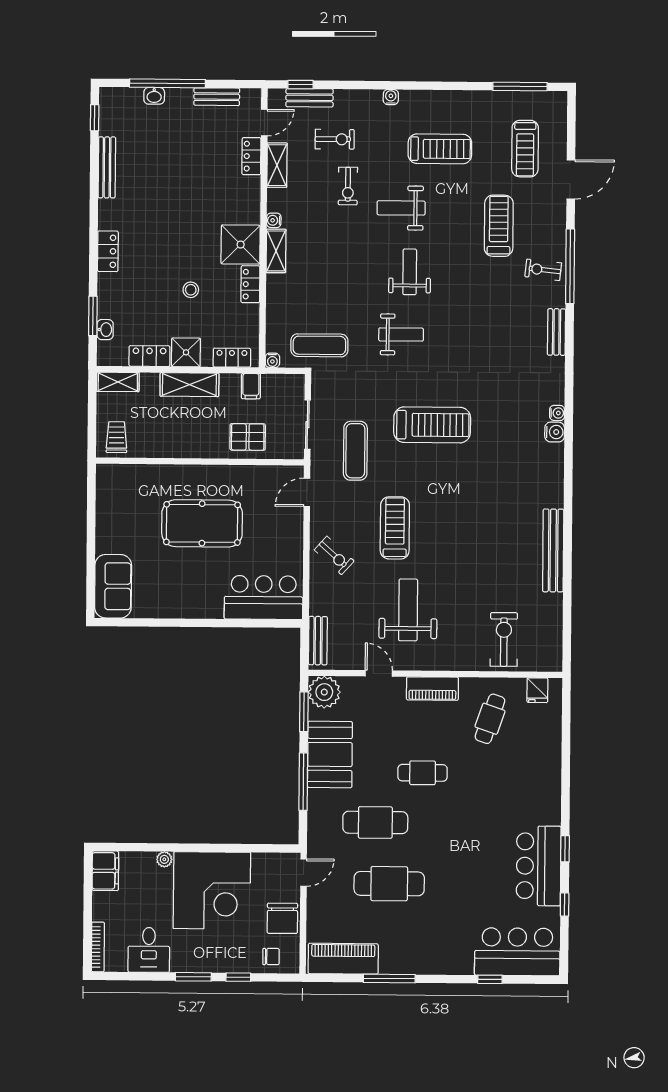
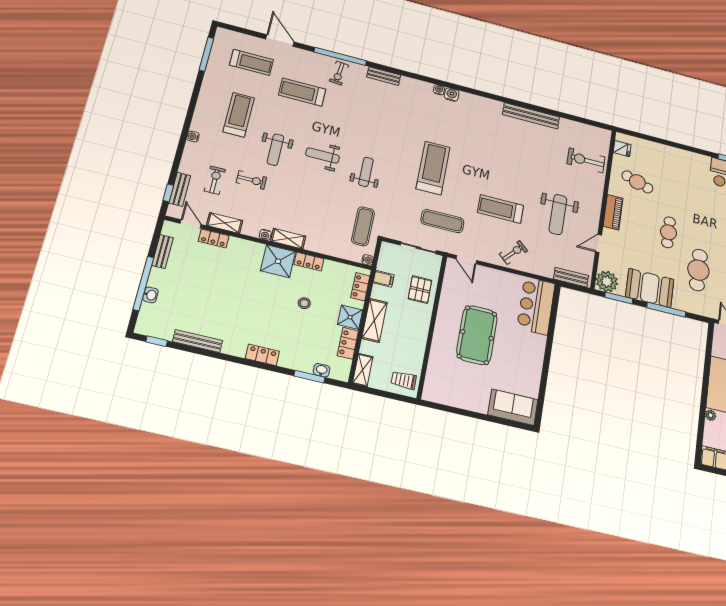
weight bench: (408, 610) -> (558, 214), turned -90

